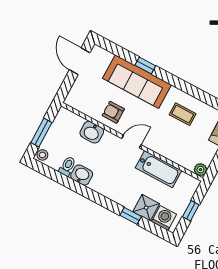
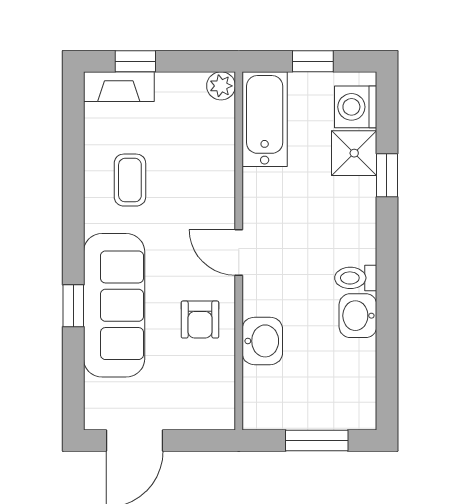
stool: (42, 155) -> (360, 415), removed
toilet: (67, 166) -> (356, 278), moved
bathtub: (159, 169) -> (265, 119), moved

